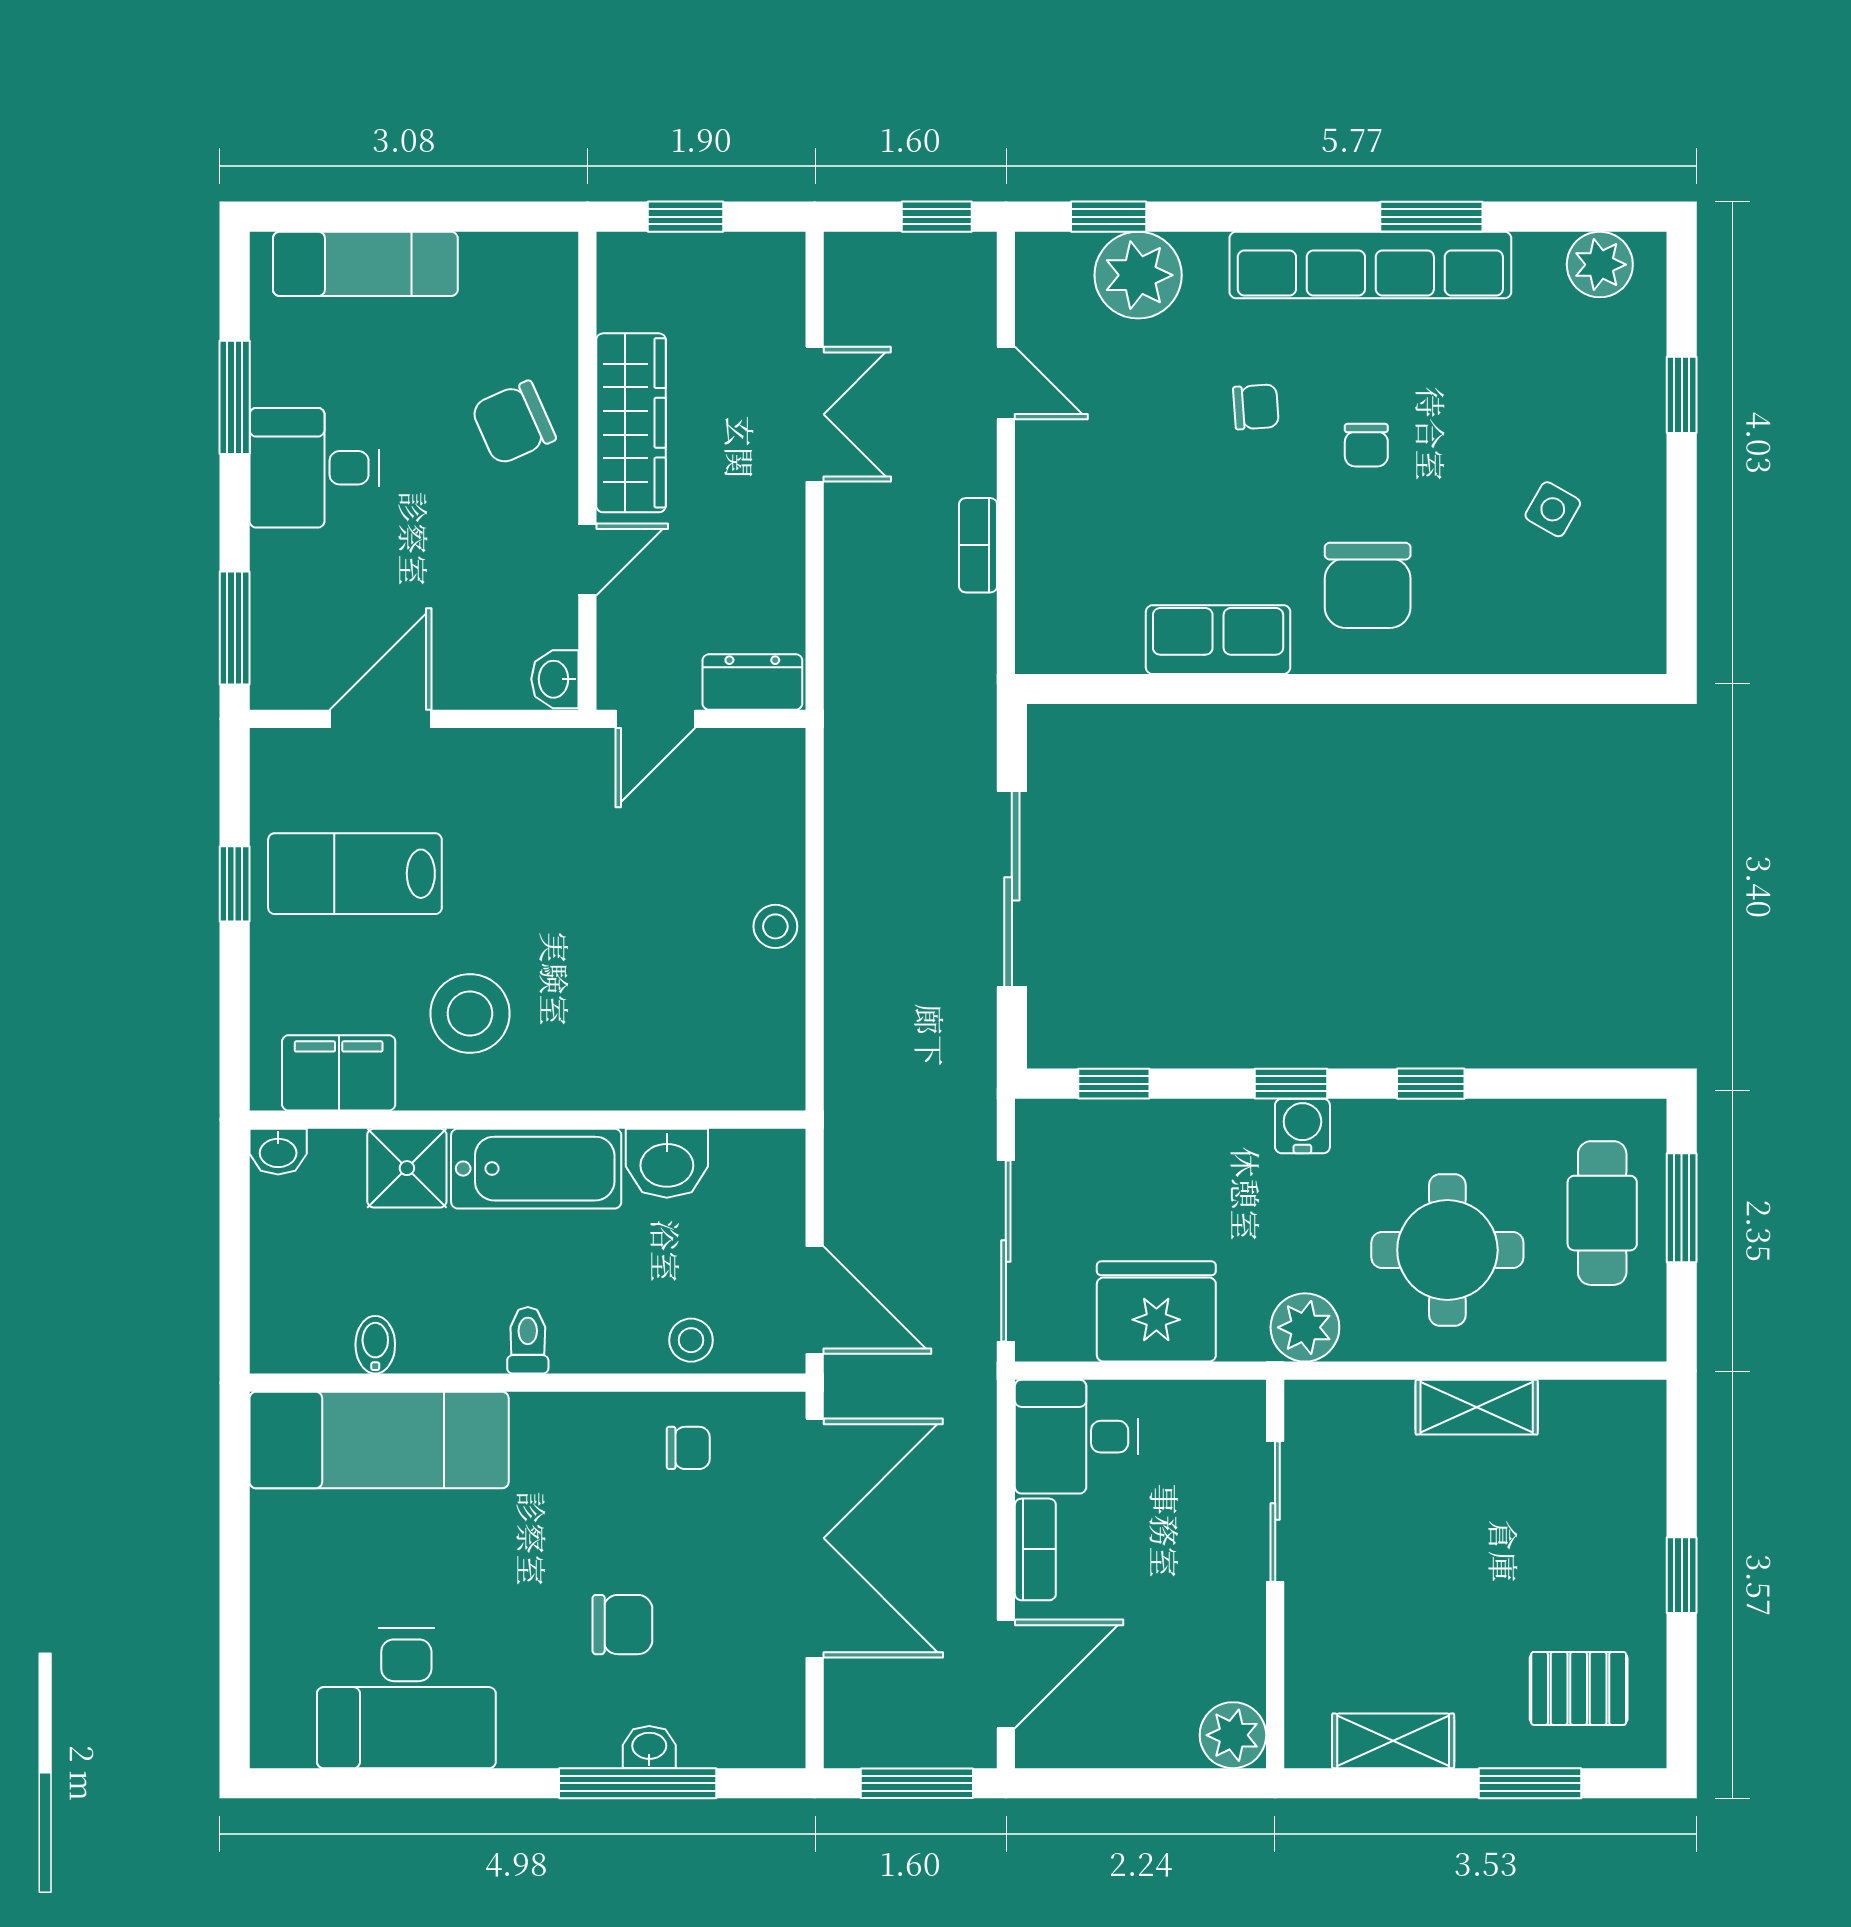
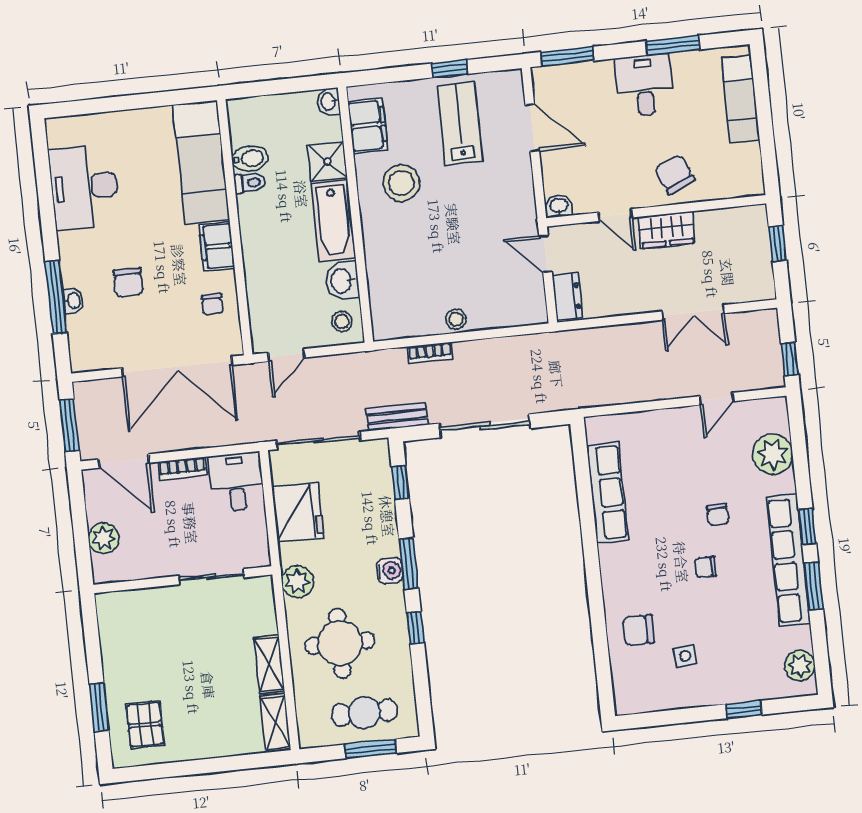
window: (1109, 217) -> (807, 527), moved
wardrobe: (631, 423) -> (667, 230), width x0.67
side table: (1553, 509) -> (685, 656), turned -35
bookcase: (978, 545) -> (430, 353), moved, turned 180
chair: (1368, 585) -> (638, 630), moved, width x0.73, depth x0.73
row of seats: (1218, 640) -> (607, 493), width x1.48
bench: (972, 1075) -> (397, 417), added
window: (1291, 1084) -> (409, 563), width x1.50
door: (815, 1300) -> (286, 355), width x0.73
toilet: (528, 1340) -> (250, 183), moved
stool: (691, 1340) -> (342, 322), moved
bidet: (375, 1345) -> (250, 159), width x1.38, depth x1.36
filing cabinet: (564, 1425) -> (217, 246), added
window: (1682, 1575) -> (202, 766), removed
plant: (1233, 1735) -> (104, 538), moved
shelving: (1393, 1741) -> (275, 722), moved

